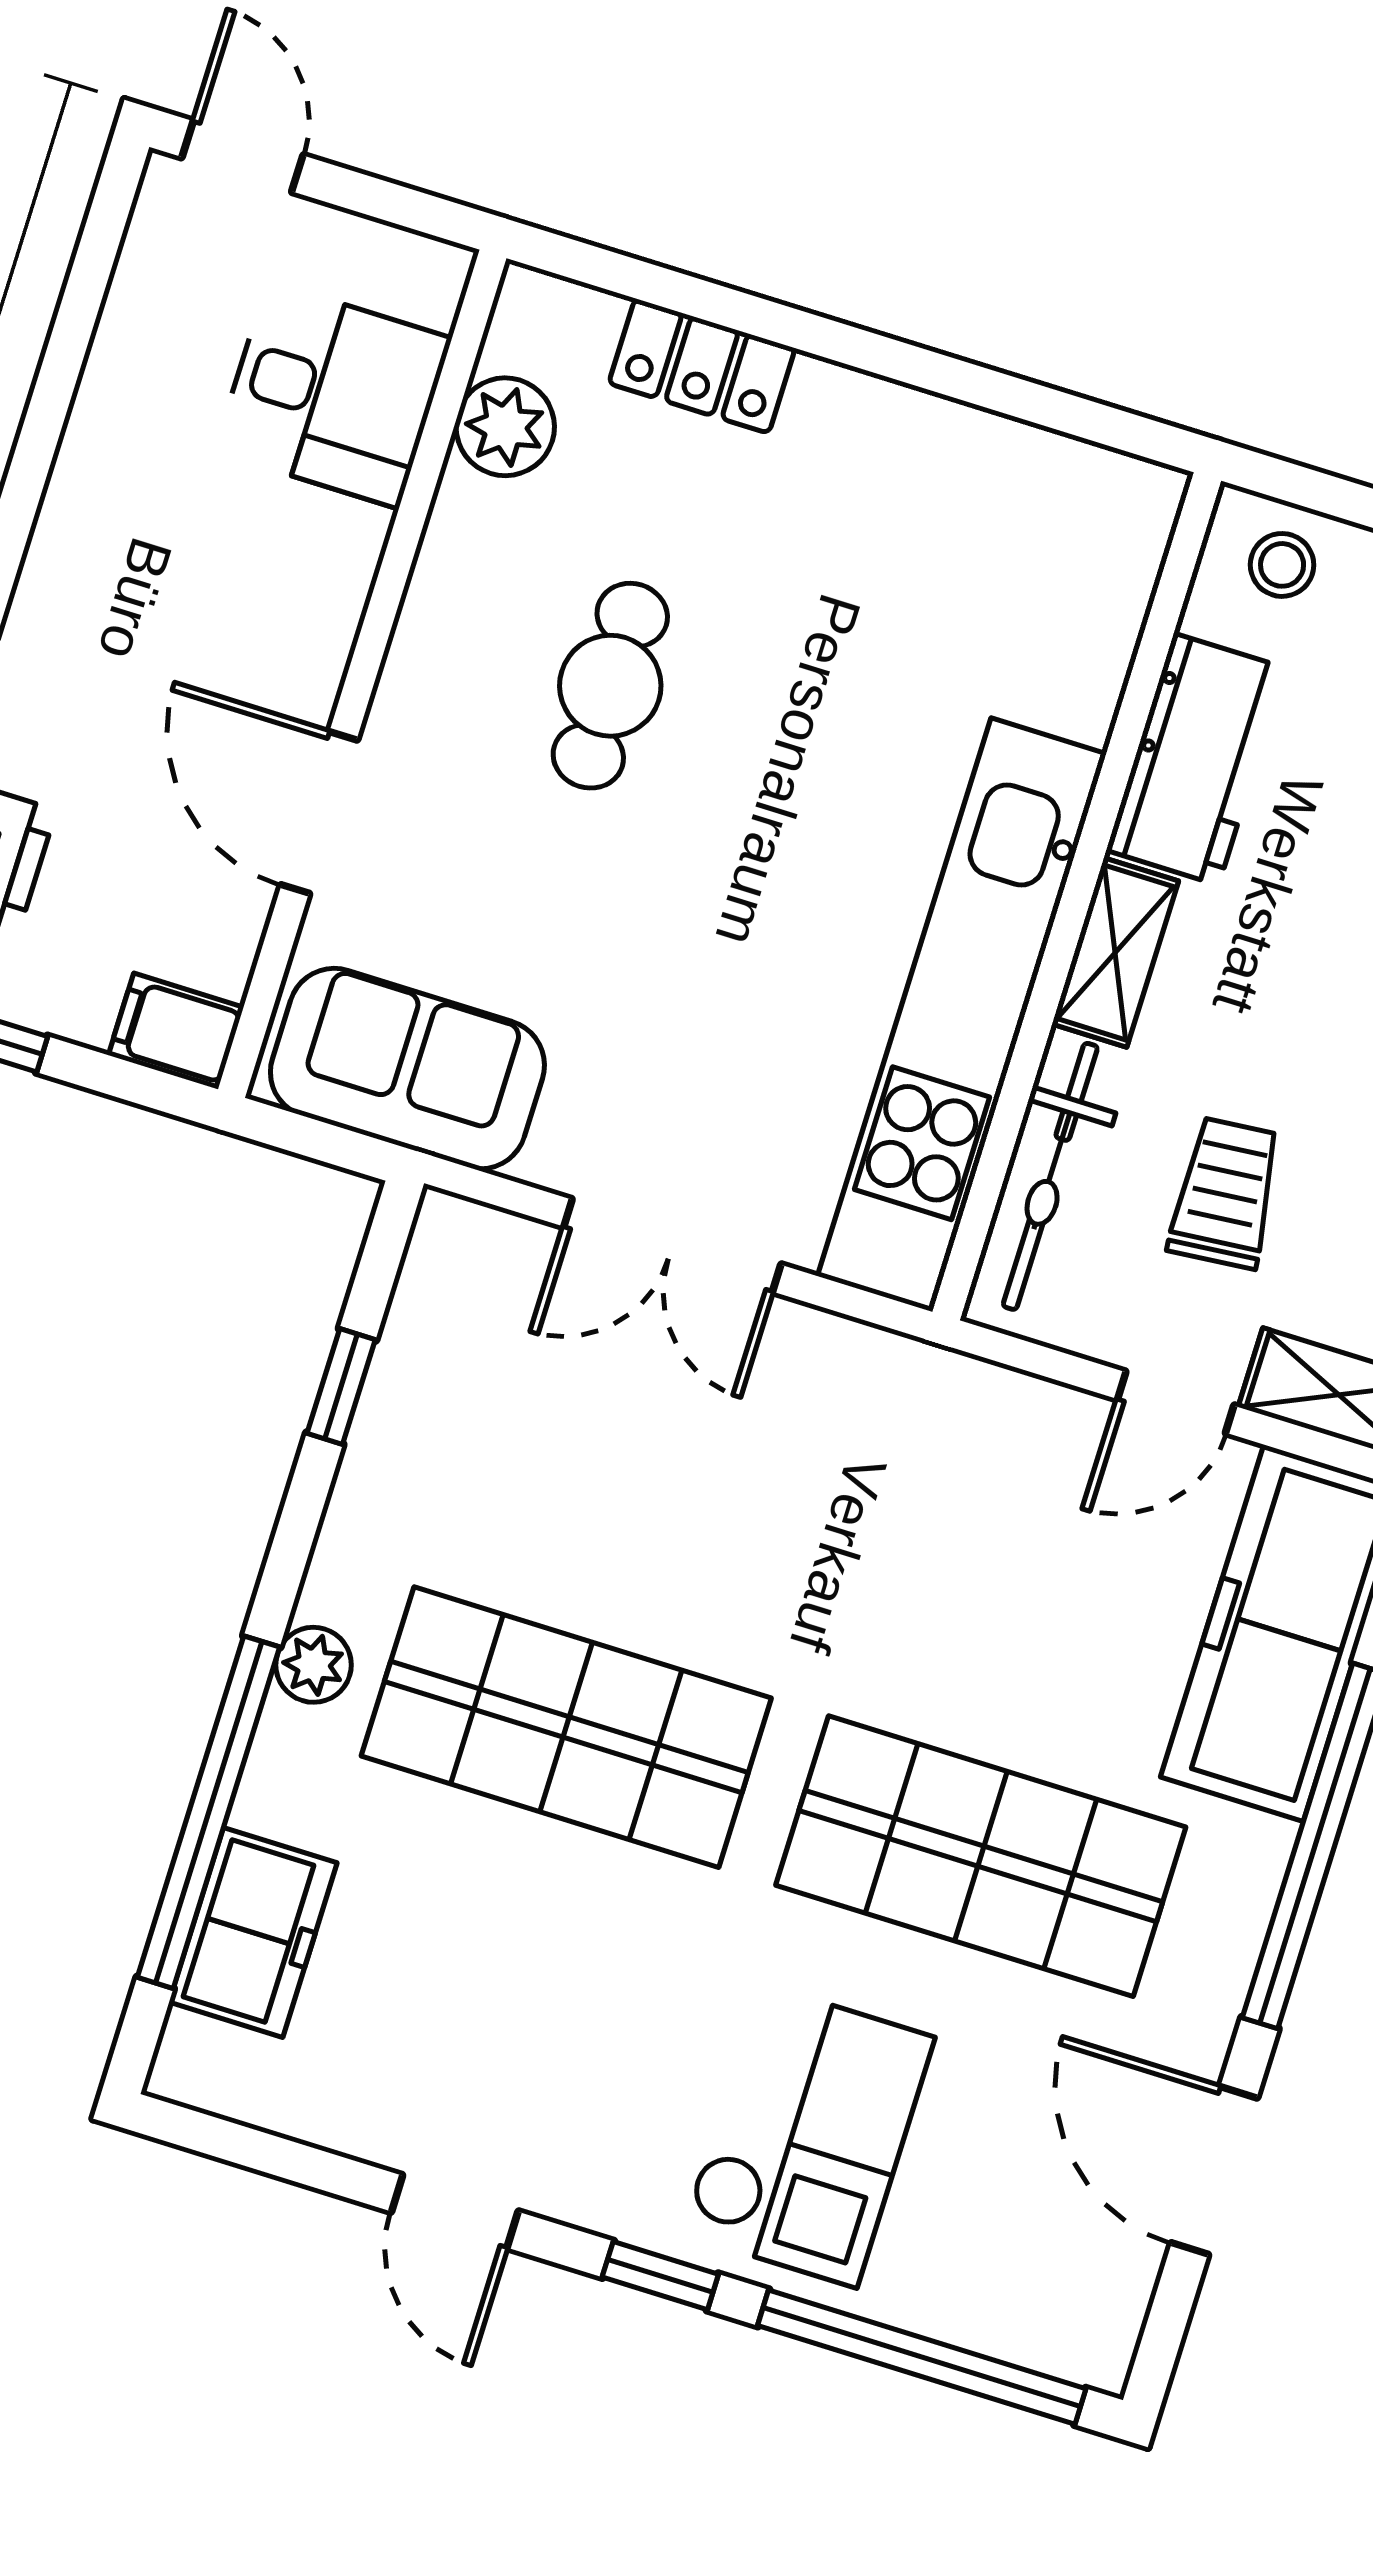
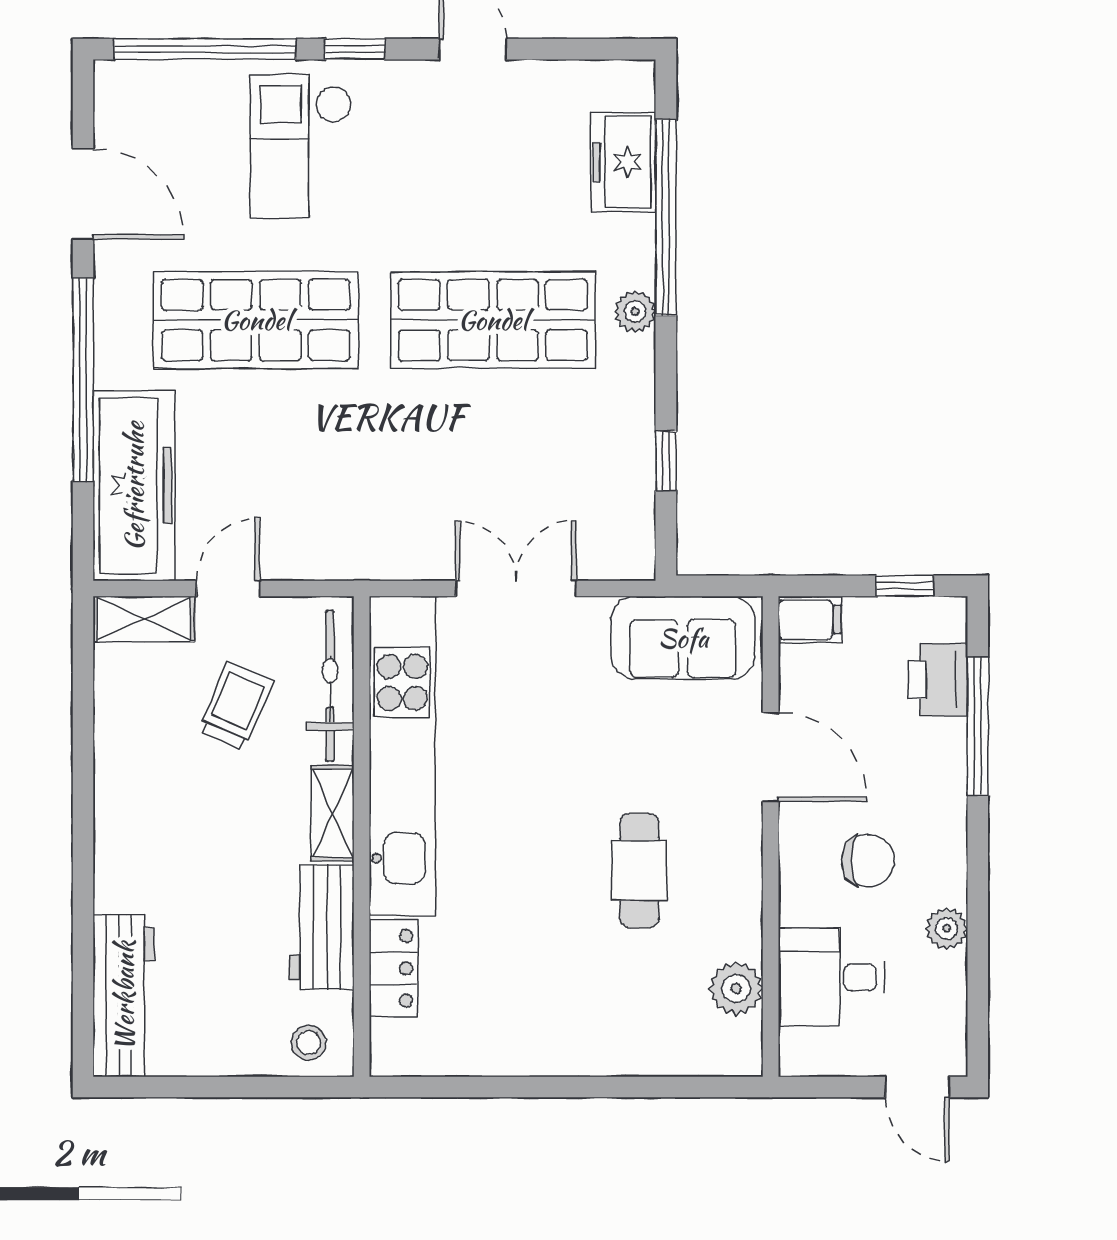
locker: (702, 366) -> (394, 968), moved, turned 90
plant: (105, 417) -> (947, 928), added
chair: (205, 579) -> (868, 860), added
trolley: (1225, 1193) -> (236, 706), turned -152

